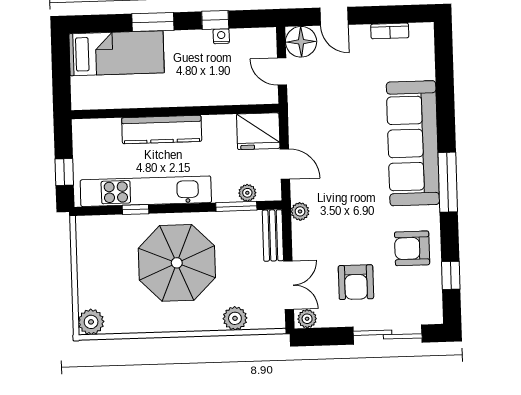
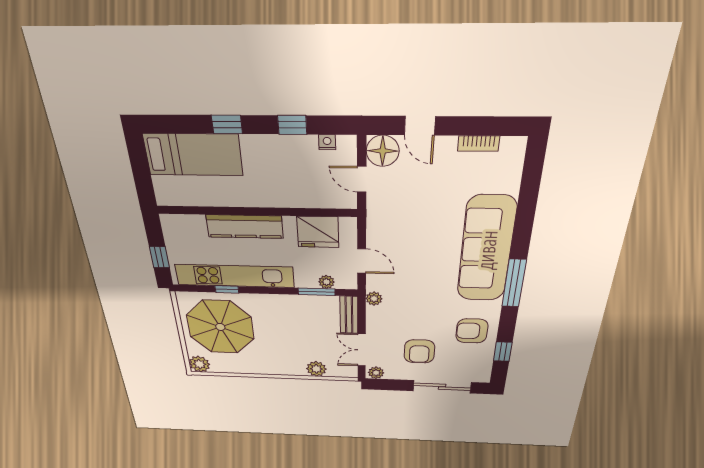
window: (153, 22) -> (227, 125), width x0.67
nightstand: (221, 36) -> (327, 142), moved
fridge: (258, 131) -> (318, 232), moved
parasol: (177, 263) -> (220, 327), moved
double door: (289, 285) -> (362, 350), swing flipped

